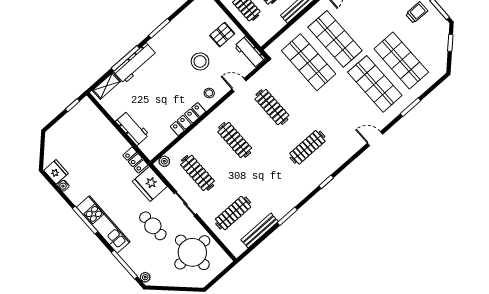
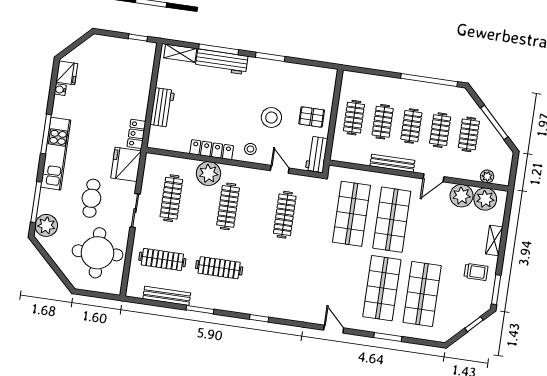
clothes rail: (307, 147) -> (219, 268), moved
plant: (164, 161) -> (208, 174), moved, width x1.87, depth x1.87
plant: (145, 277) -> (46, 225), width x1.87, depth x1.87

